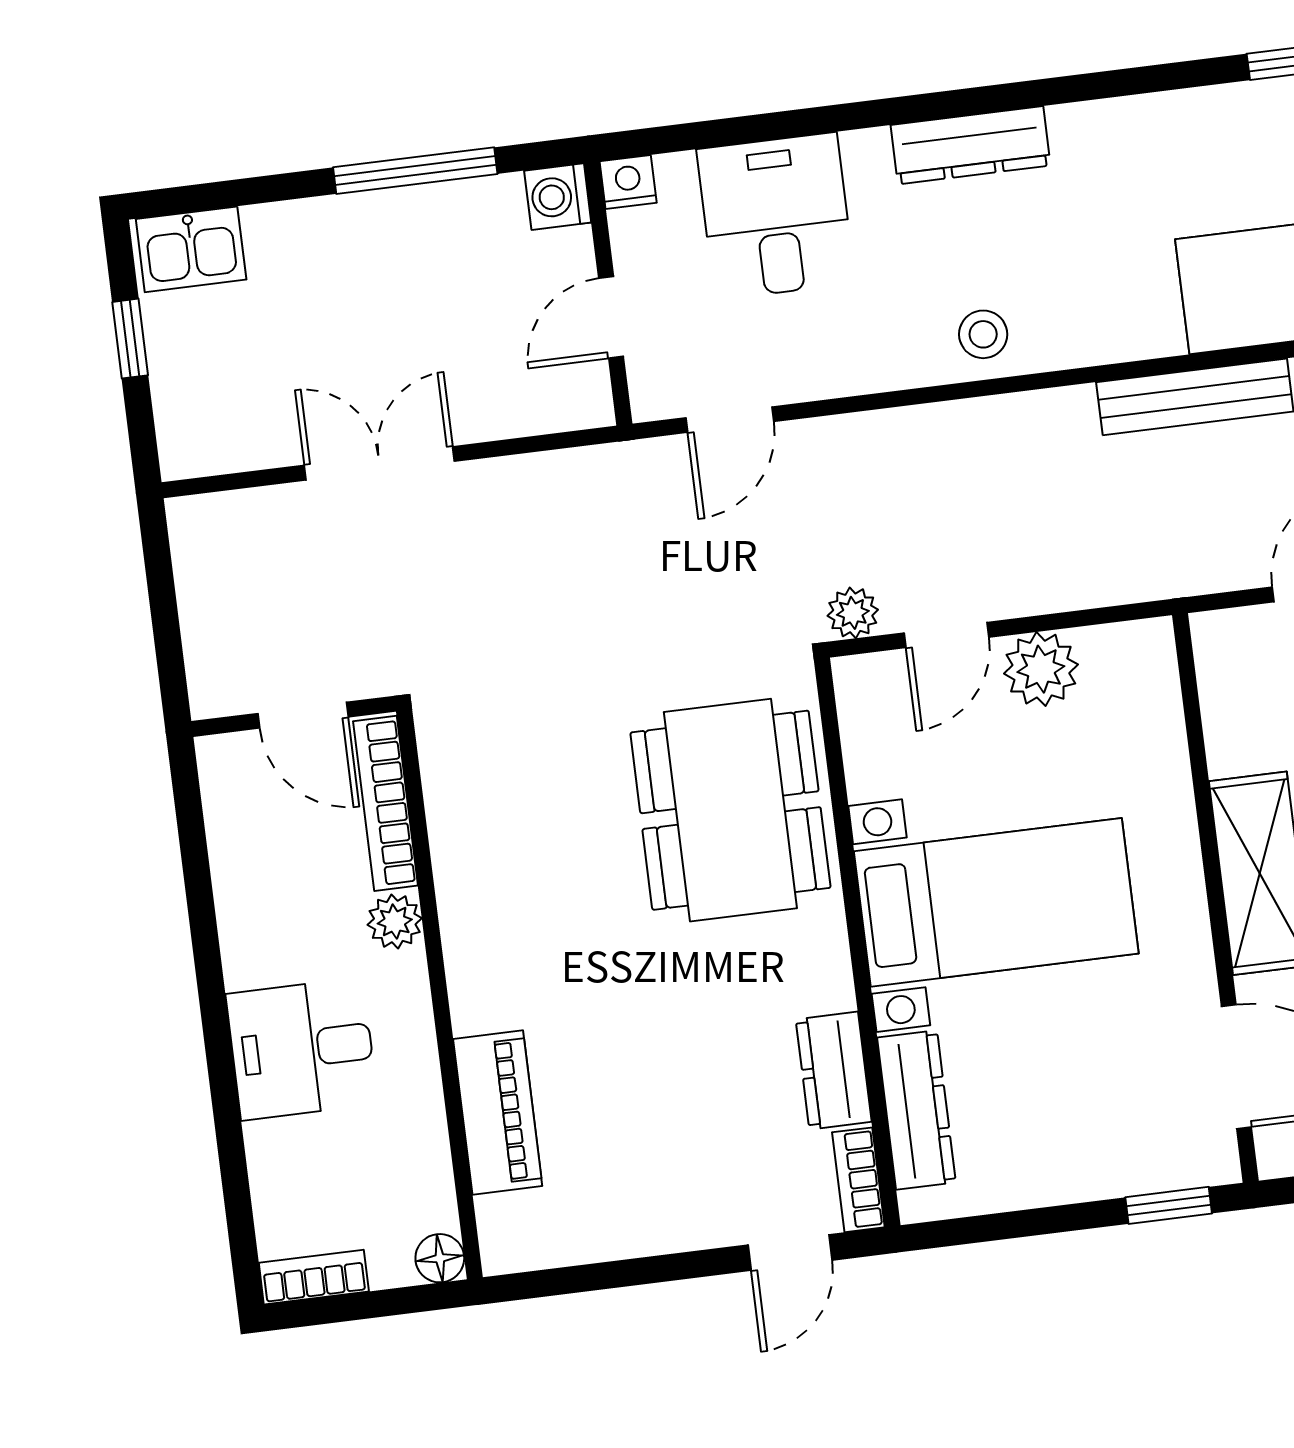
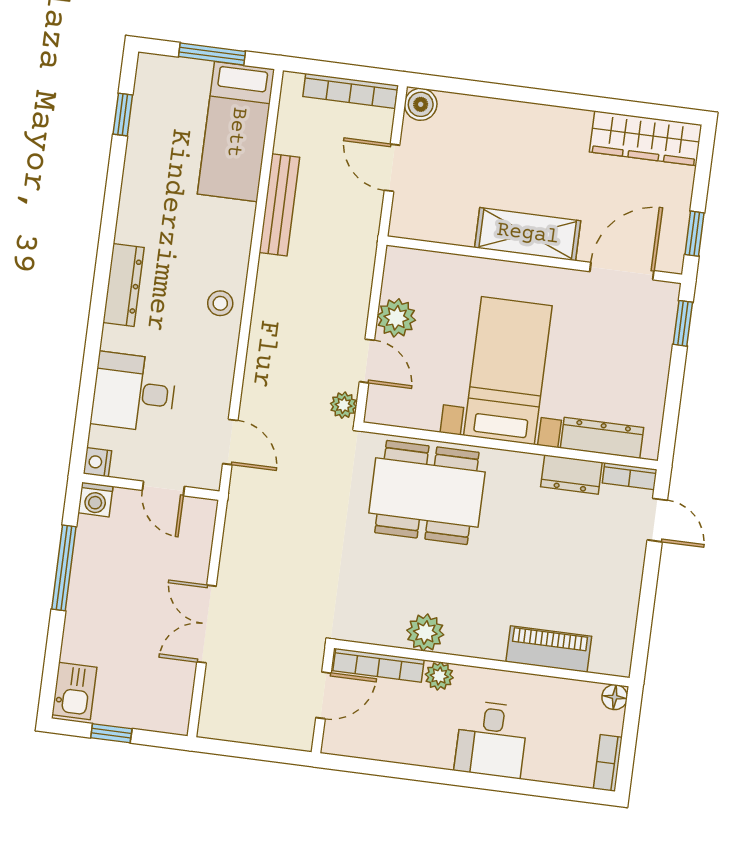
plant: (469, 875) -> (425, 632), added

